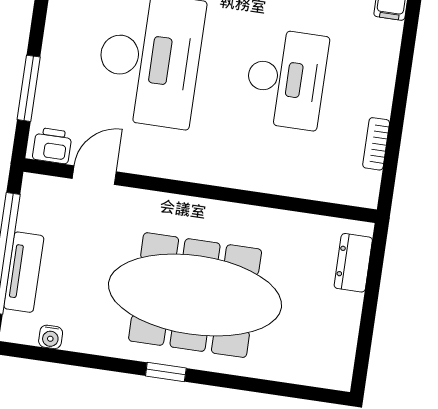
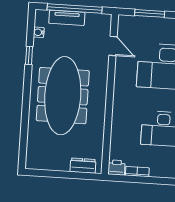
printer: (52, 146) -> (117, 167), moved, turned -90
window: (166, 372) -> (29, 55), moved

